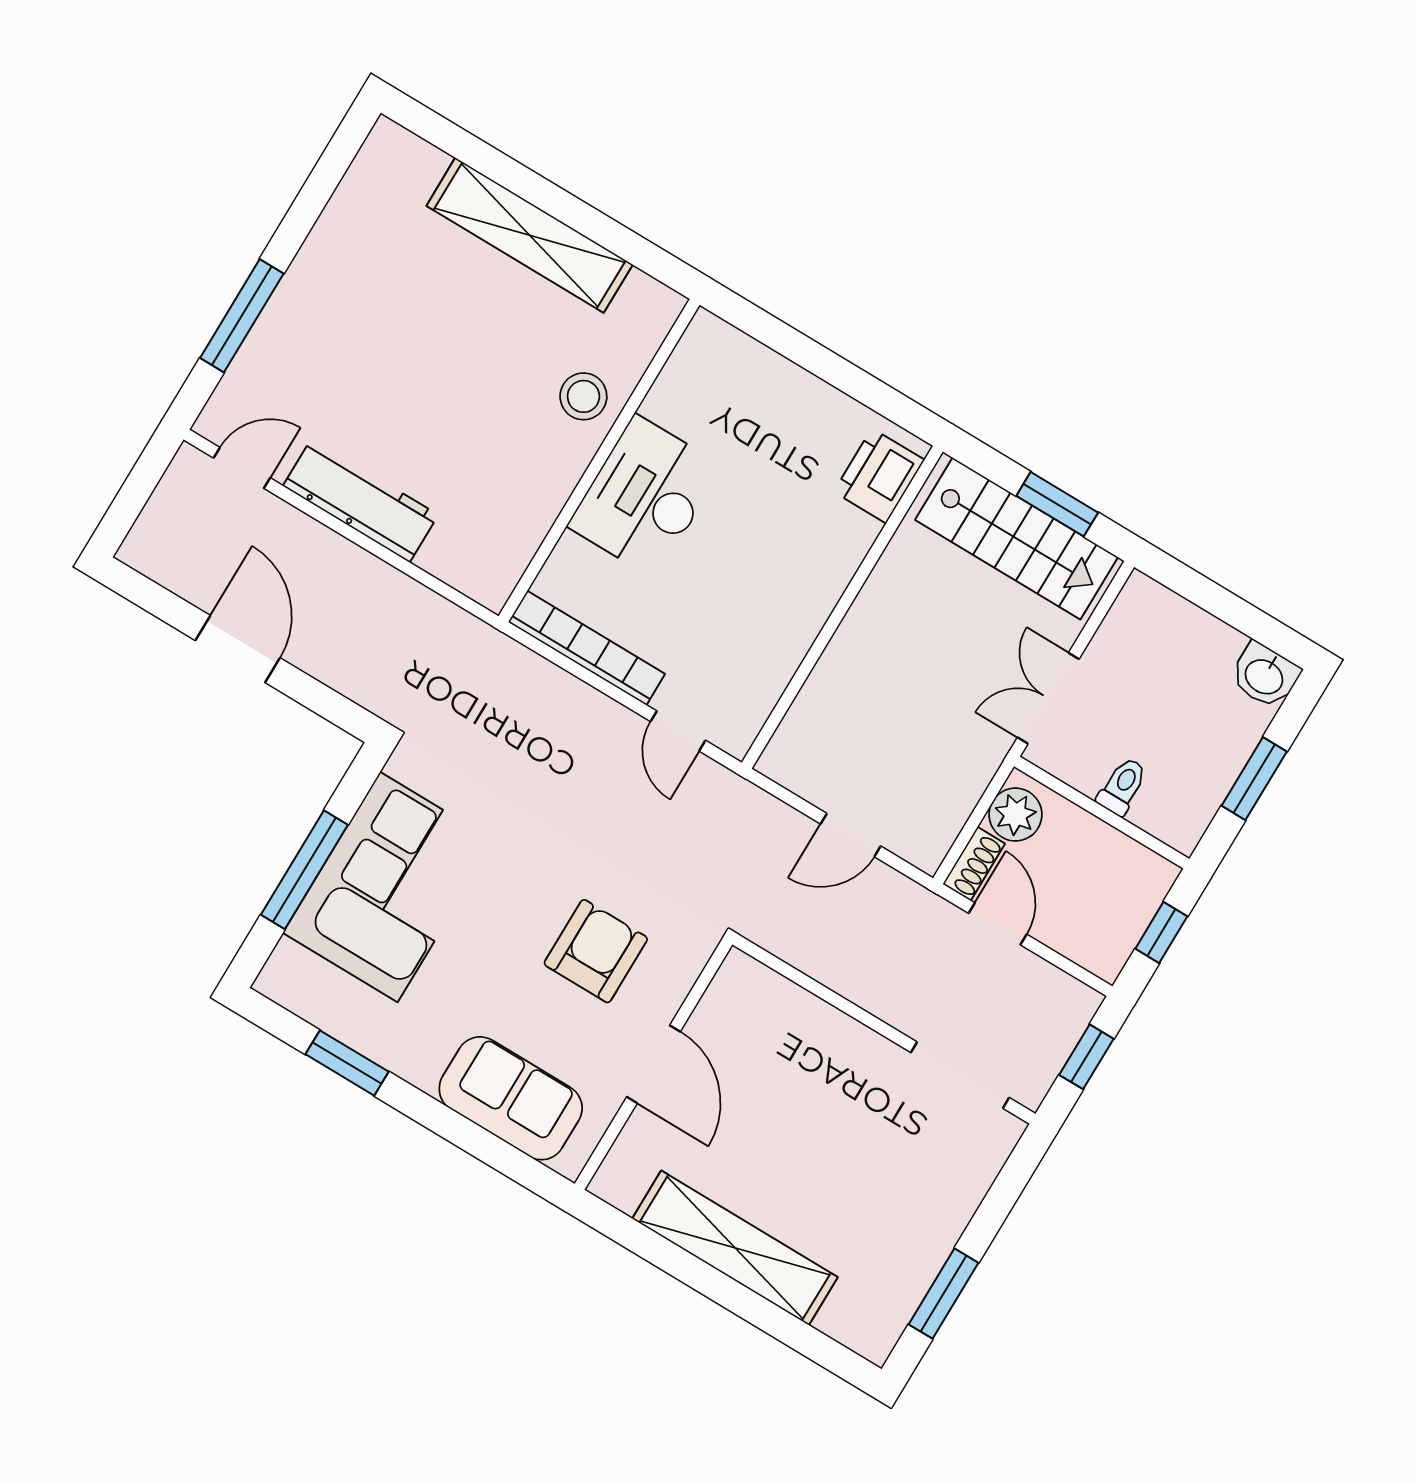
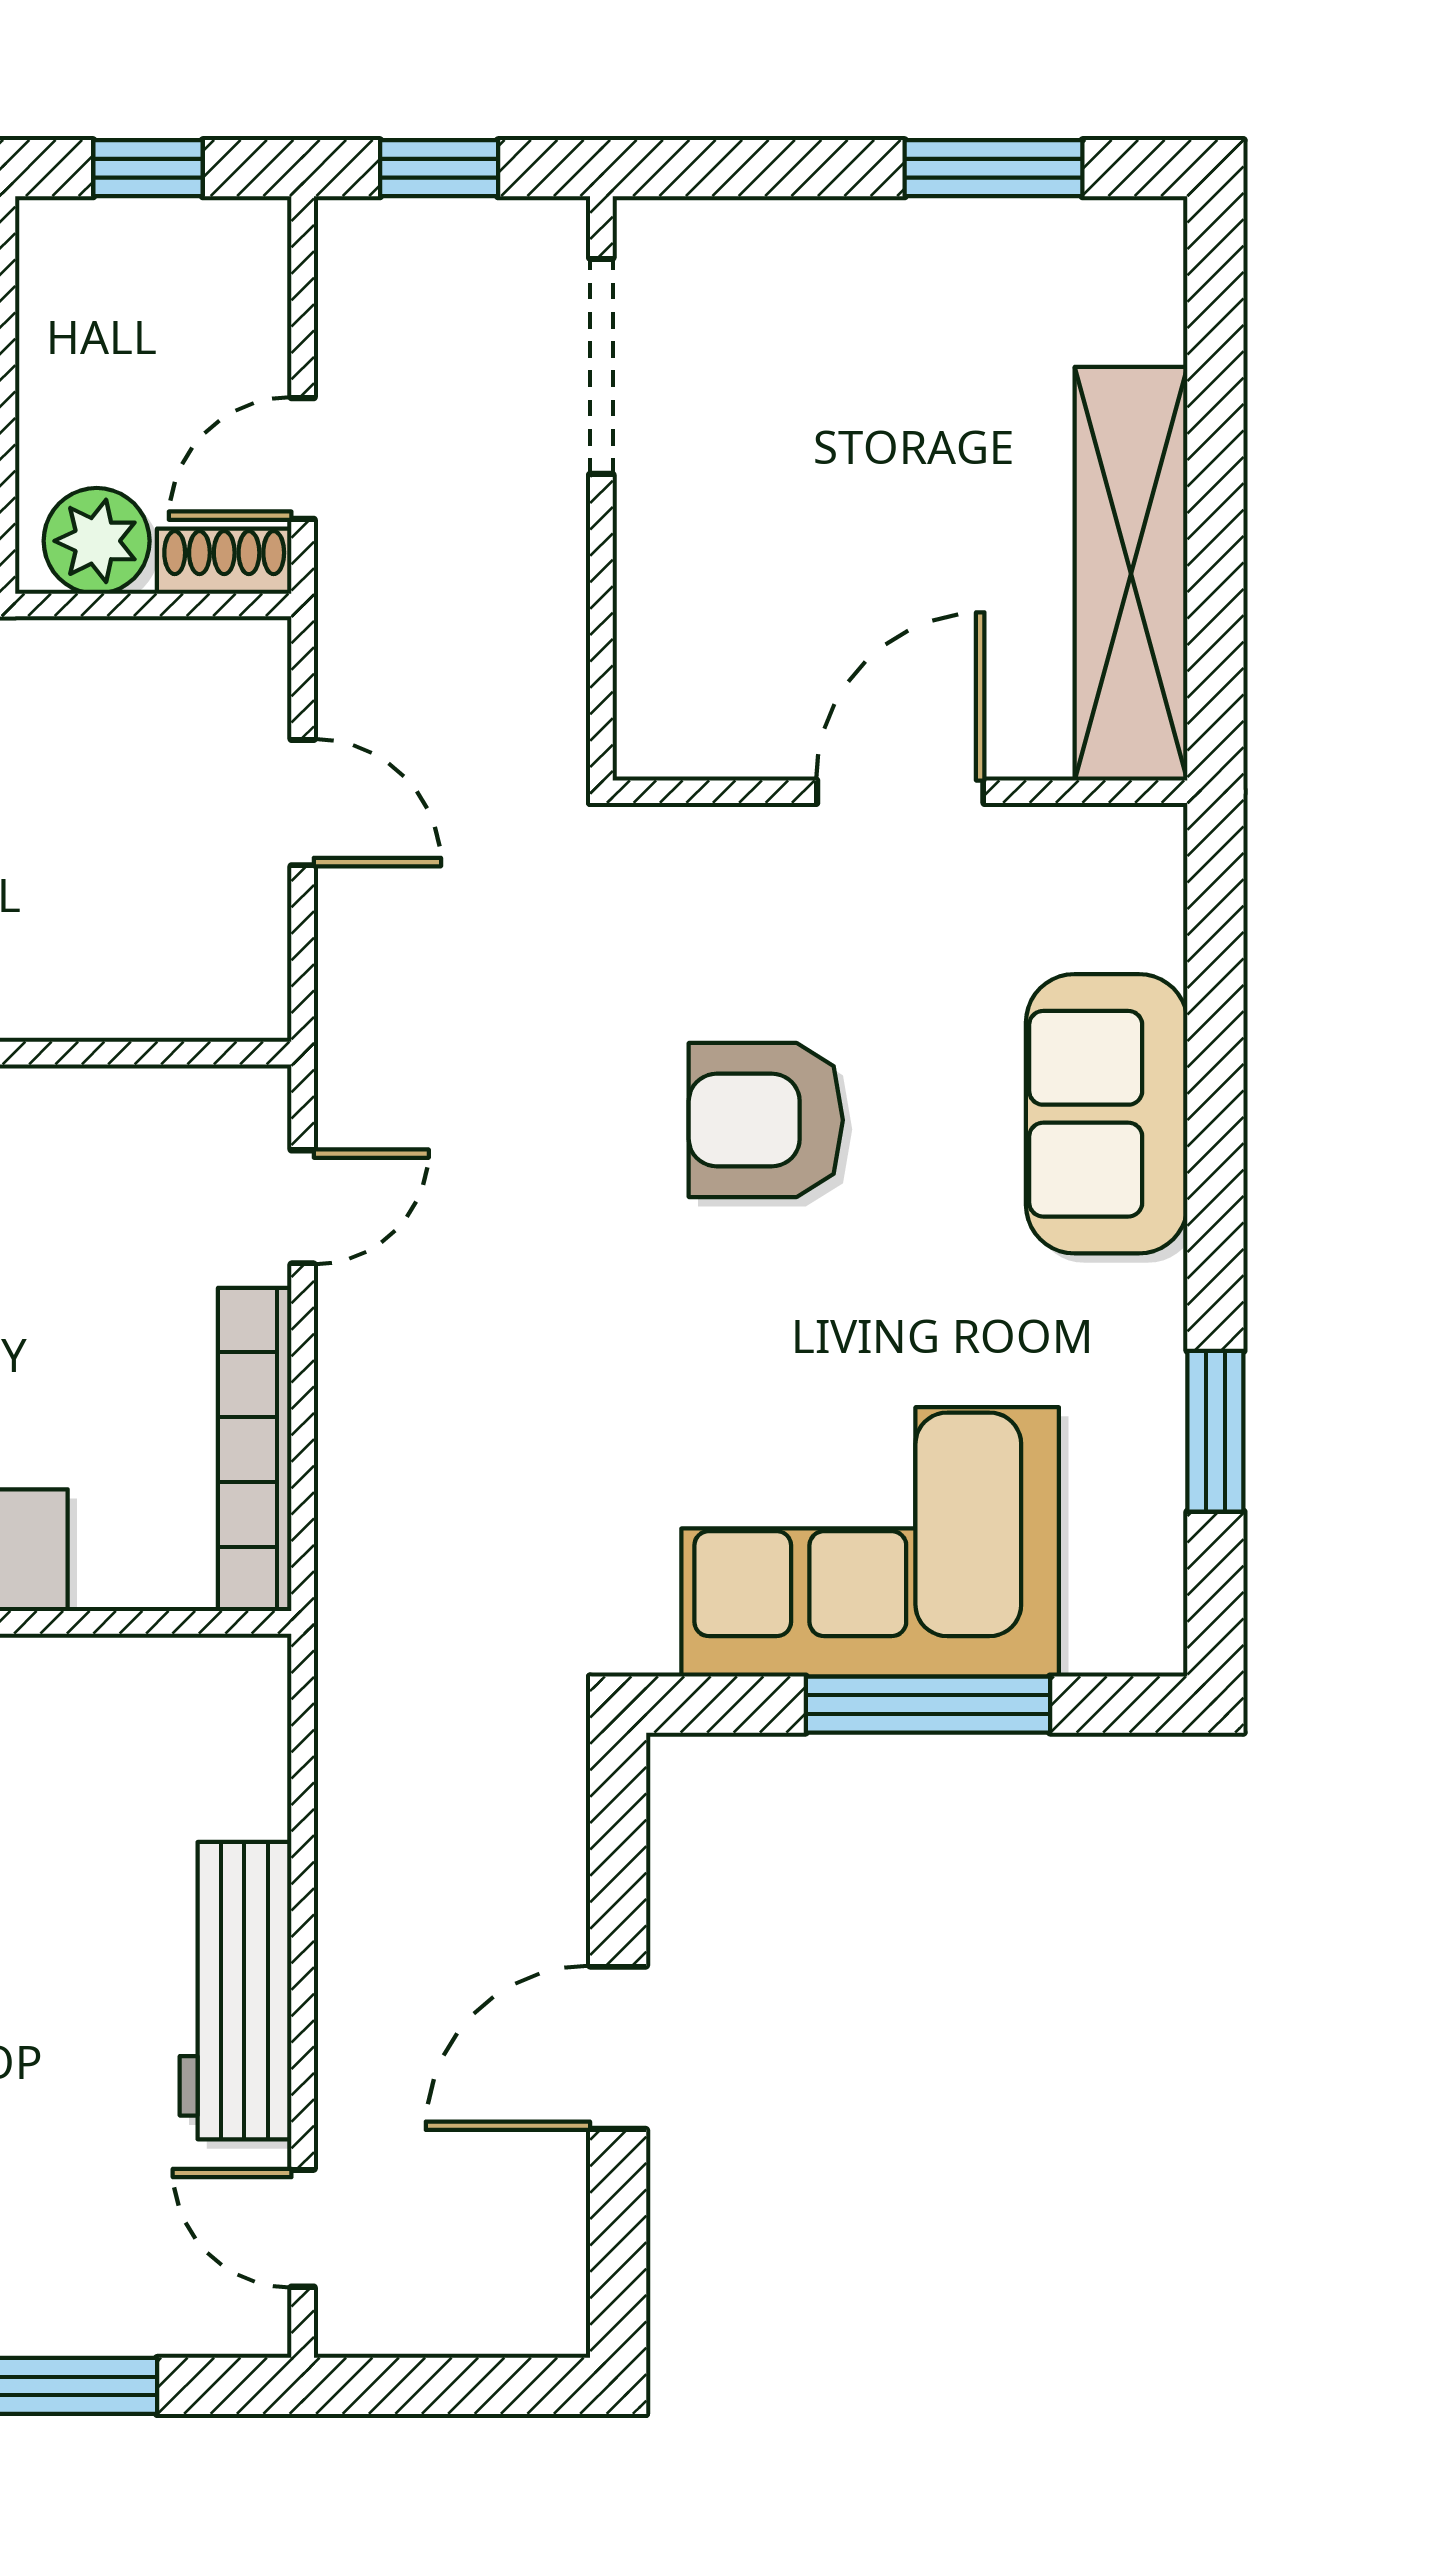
door: (653, 1064) -> (900, 792), moved
wall: (654, 1064) -> (900, 792), moved

